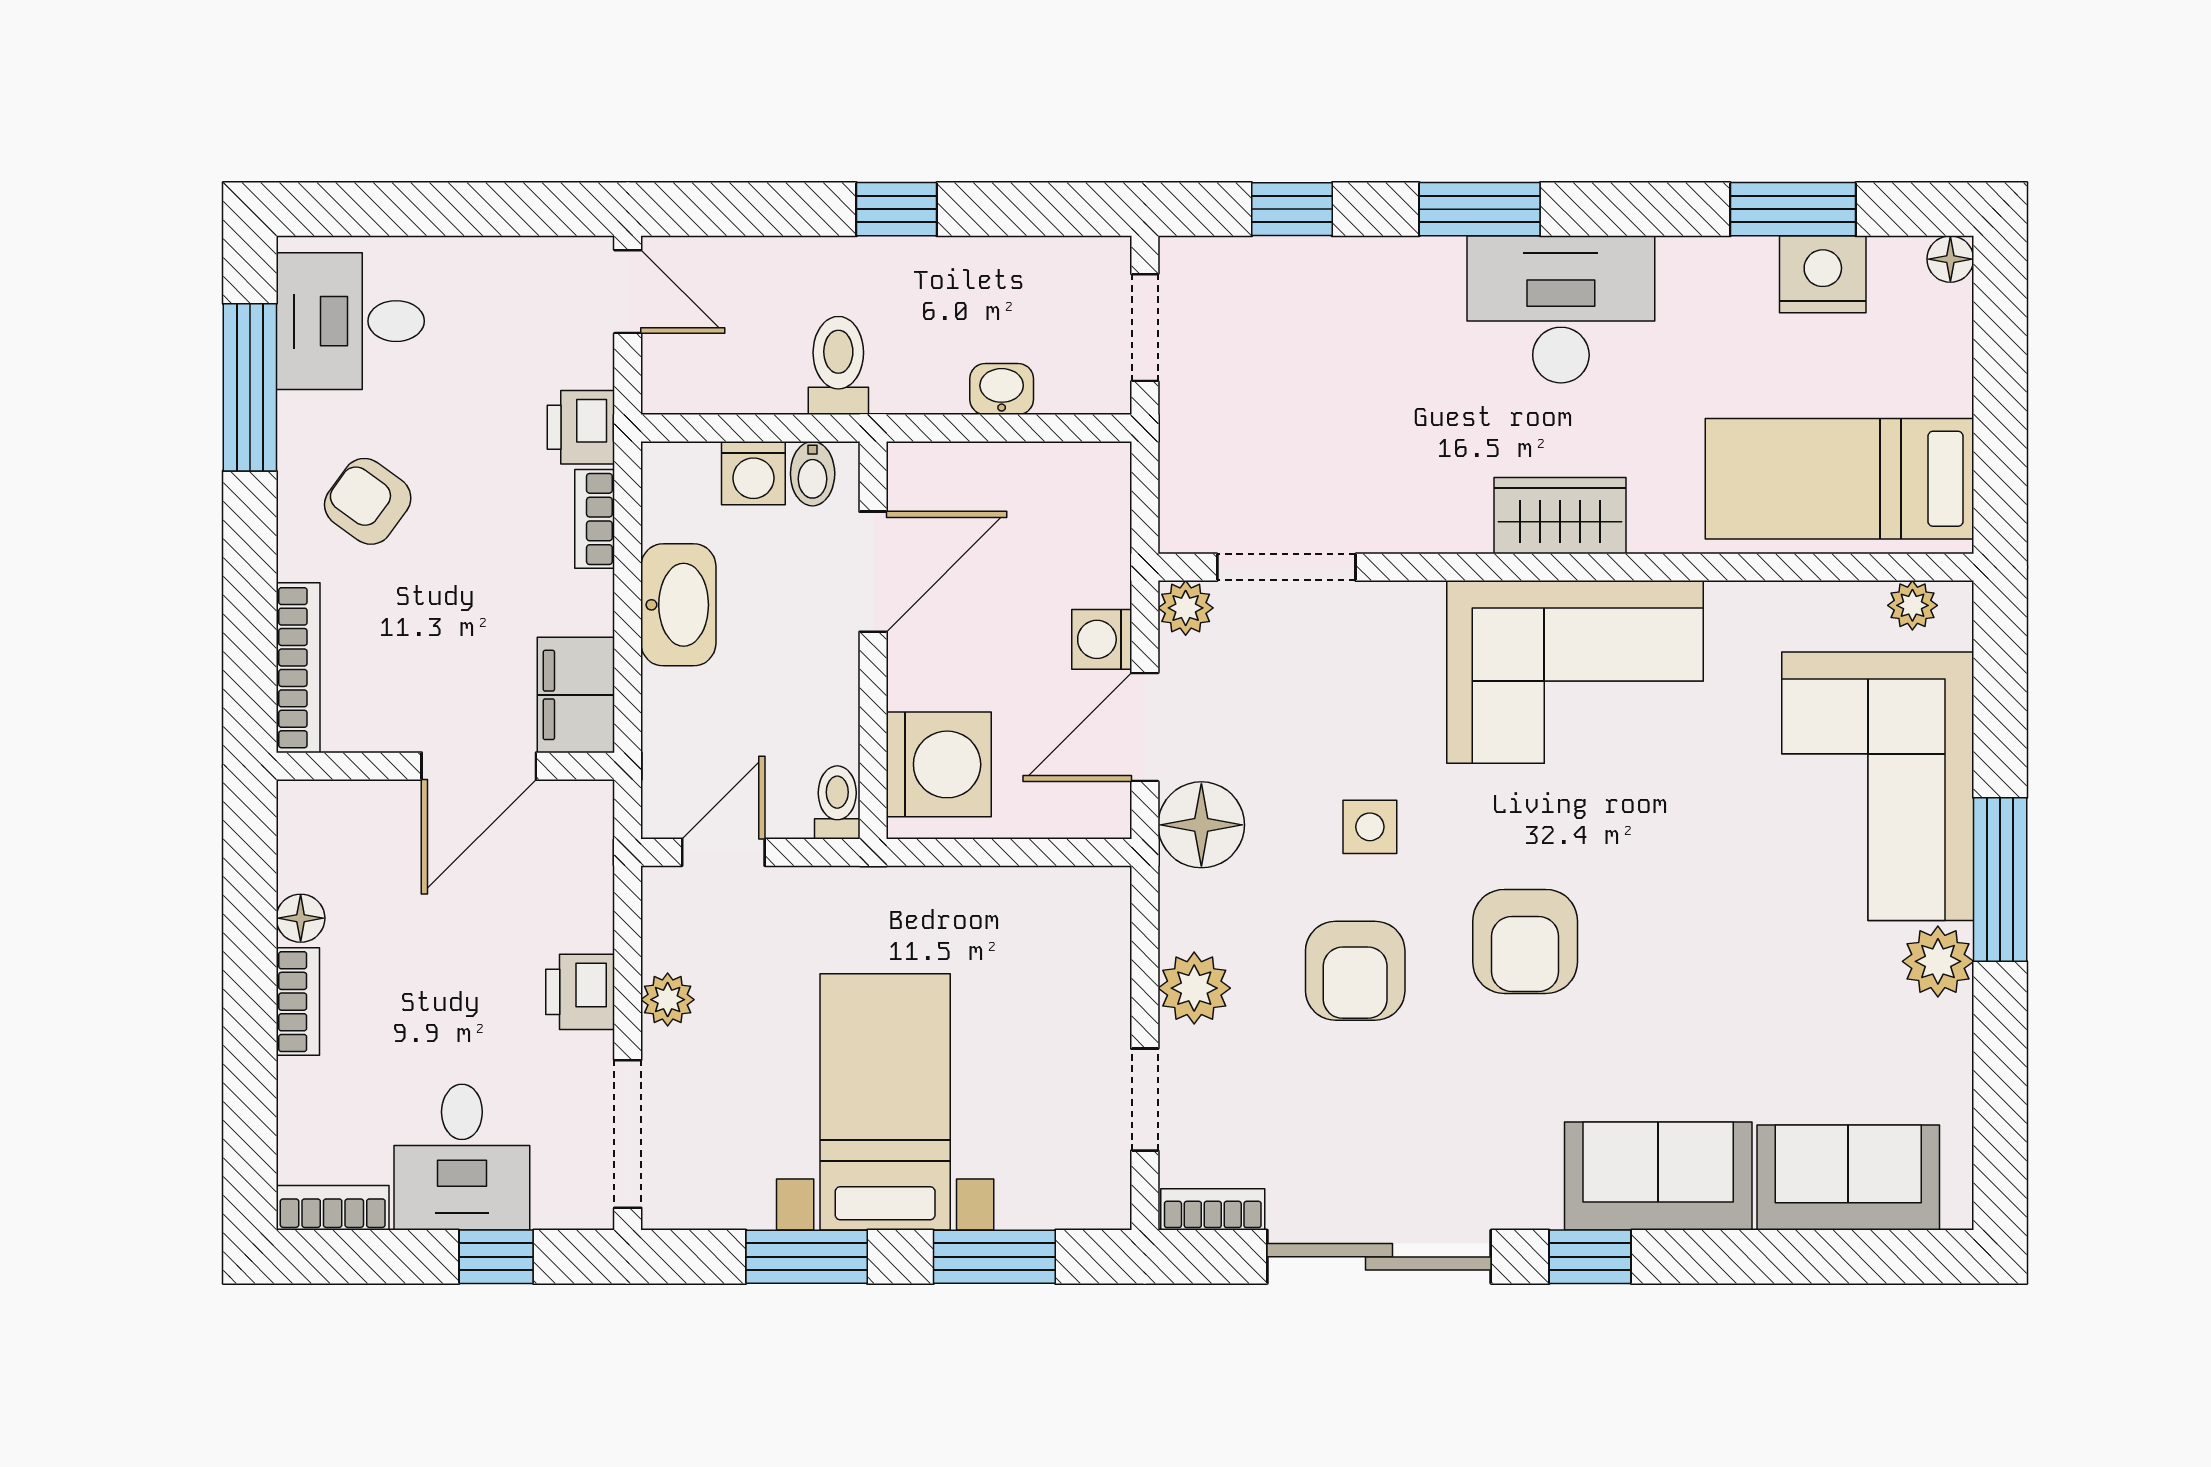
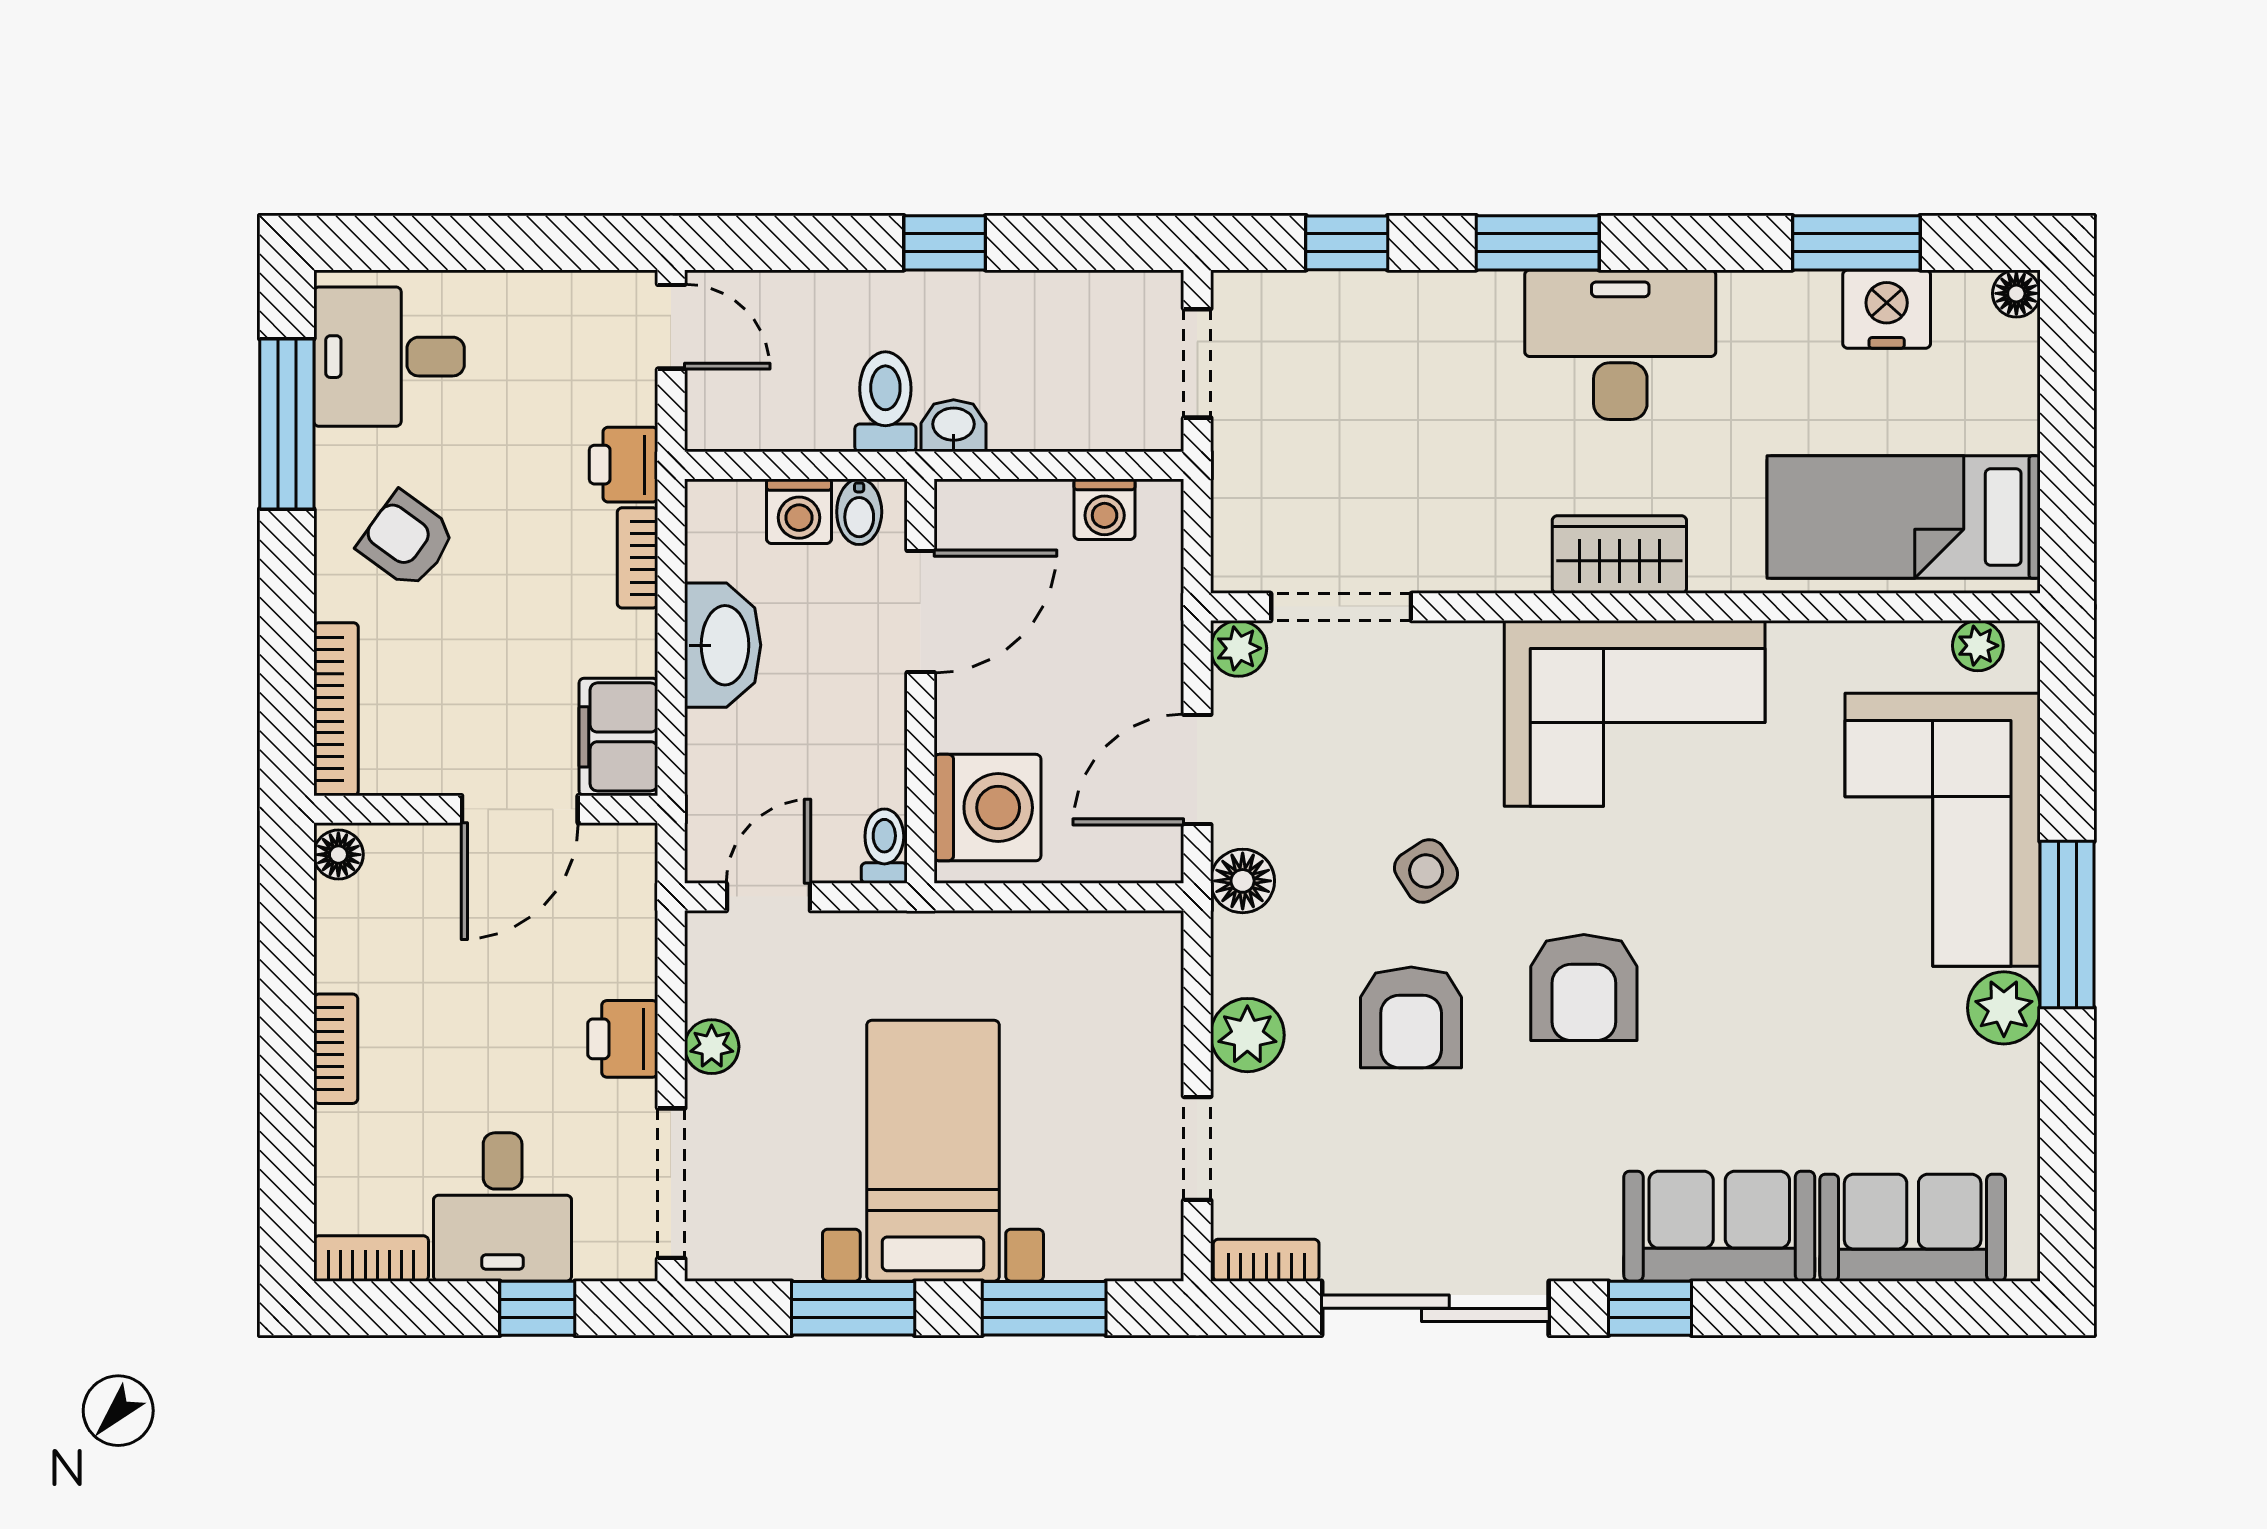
washbasin: (1002, 389) -> (954, 426), moved
washing machine: (1102, 639) -> (1105, 509), moved, turned -90
floor lamp: (1201, 825) -> (1243, 881), width x0.73, depth x0.73
side table: (1370, 827) -> (1426, 871), turned -33
floor lamp: (301, 918) -> (338, 855), moved

